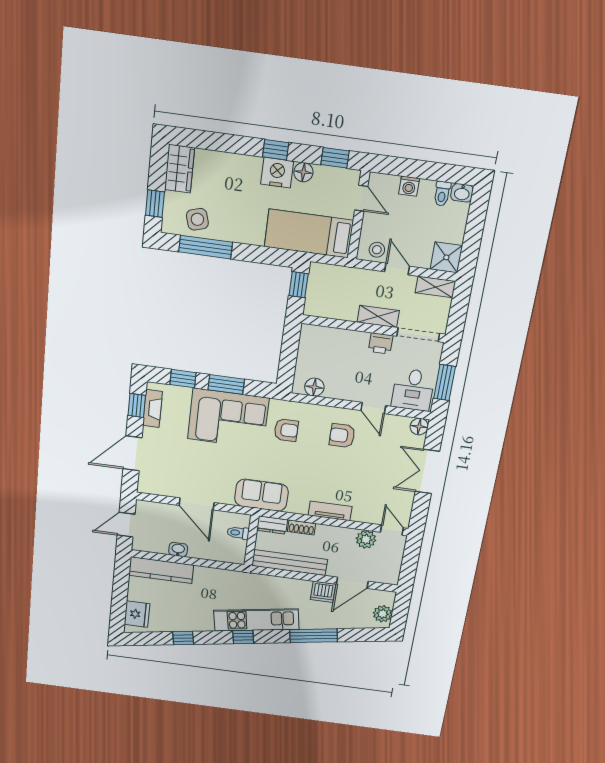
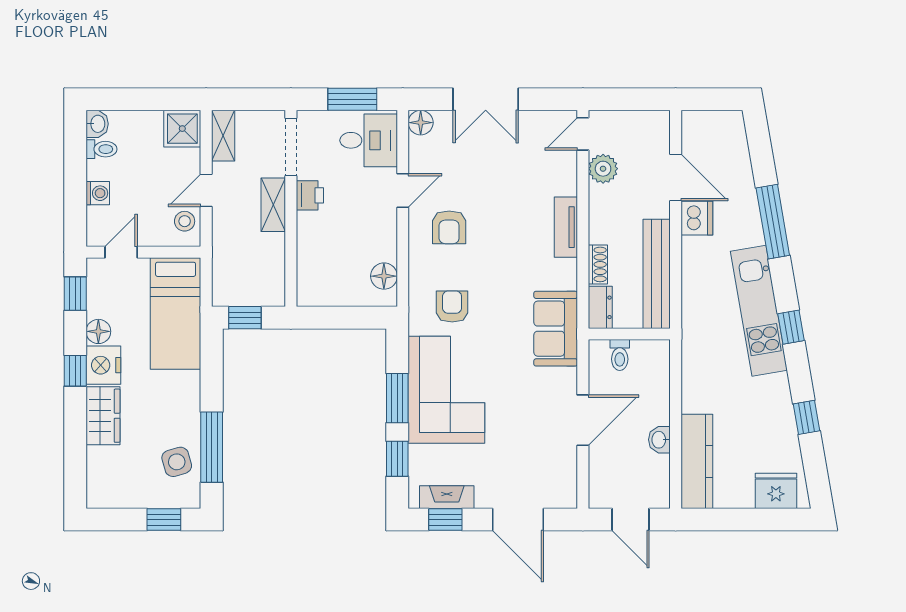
wardrobe: (179, 169) -> (103, 416), moved, turned 90
plant: (383, 614) -> (720, 125), removed

